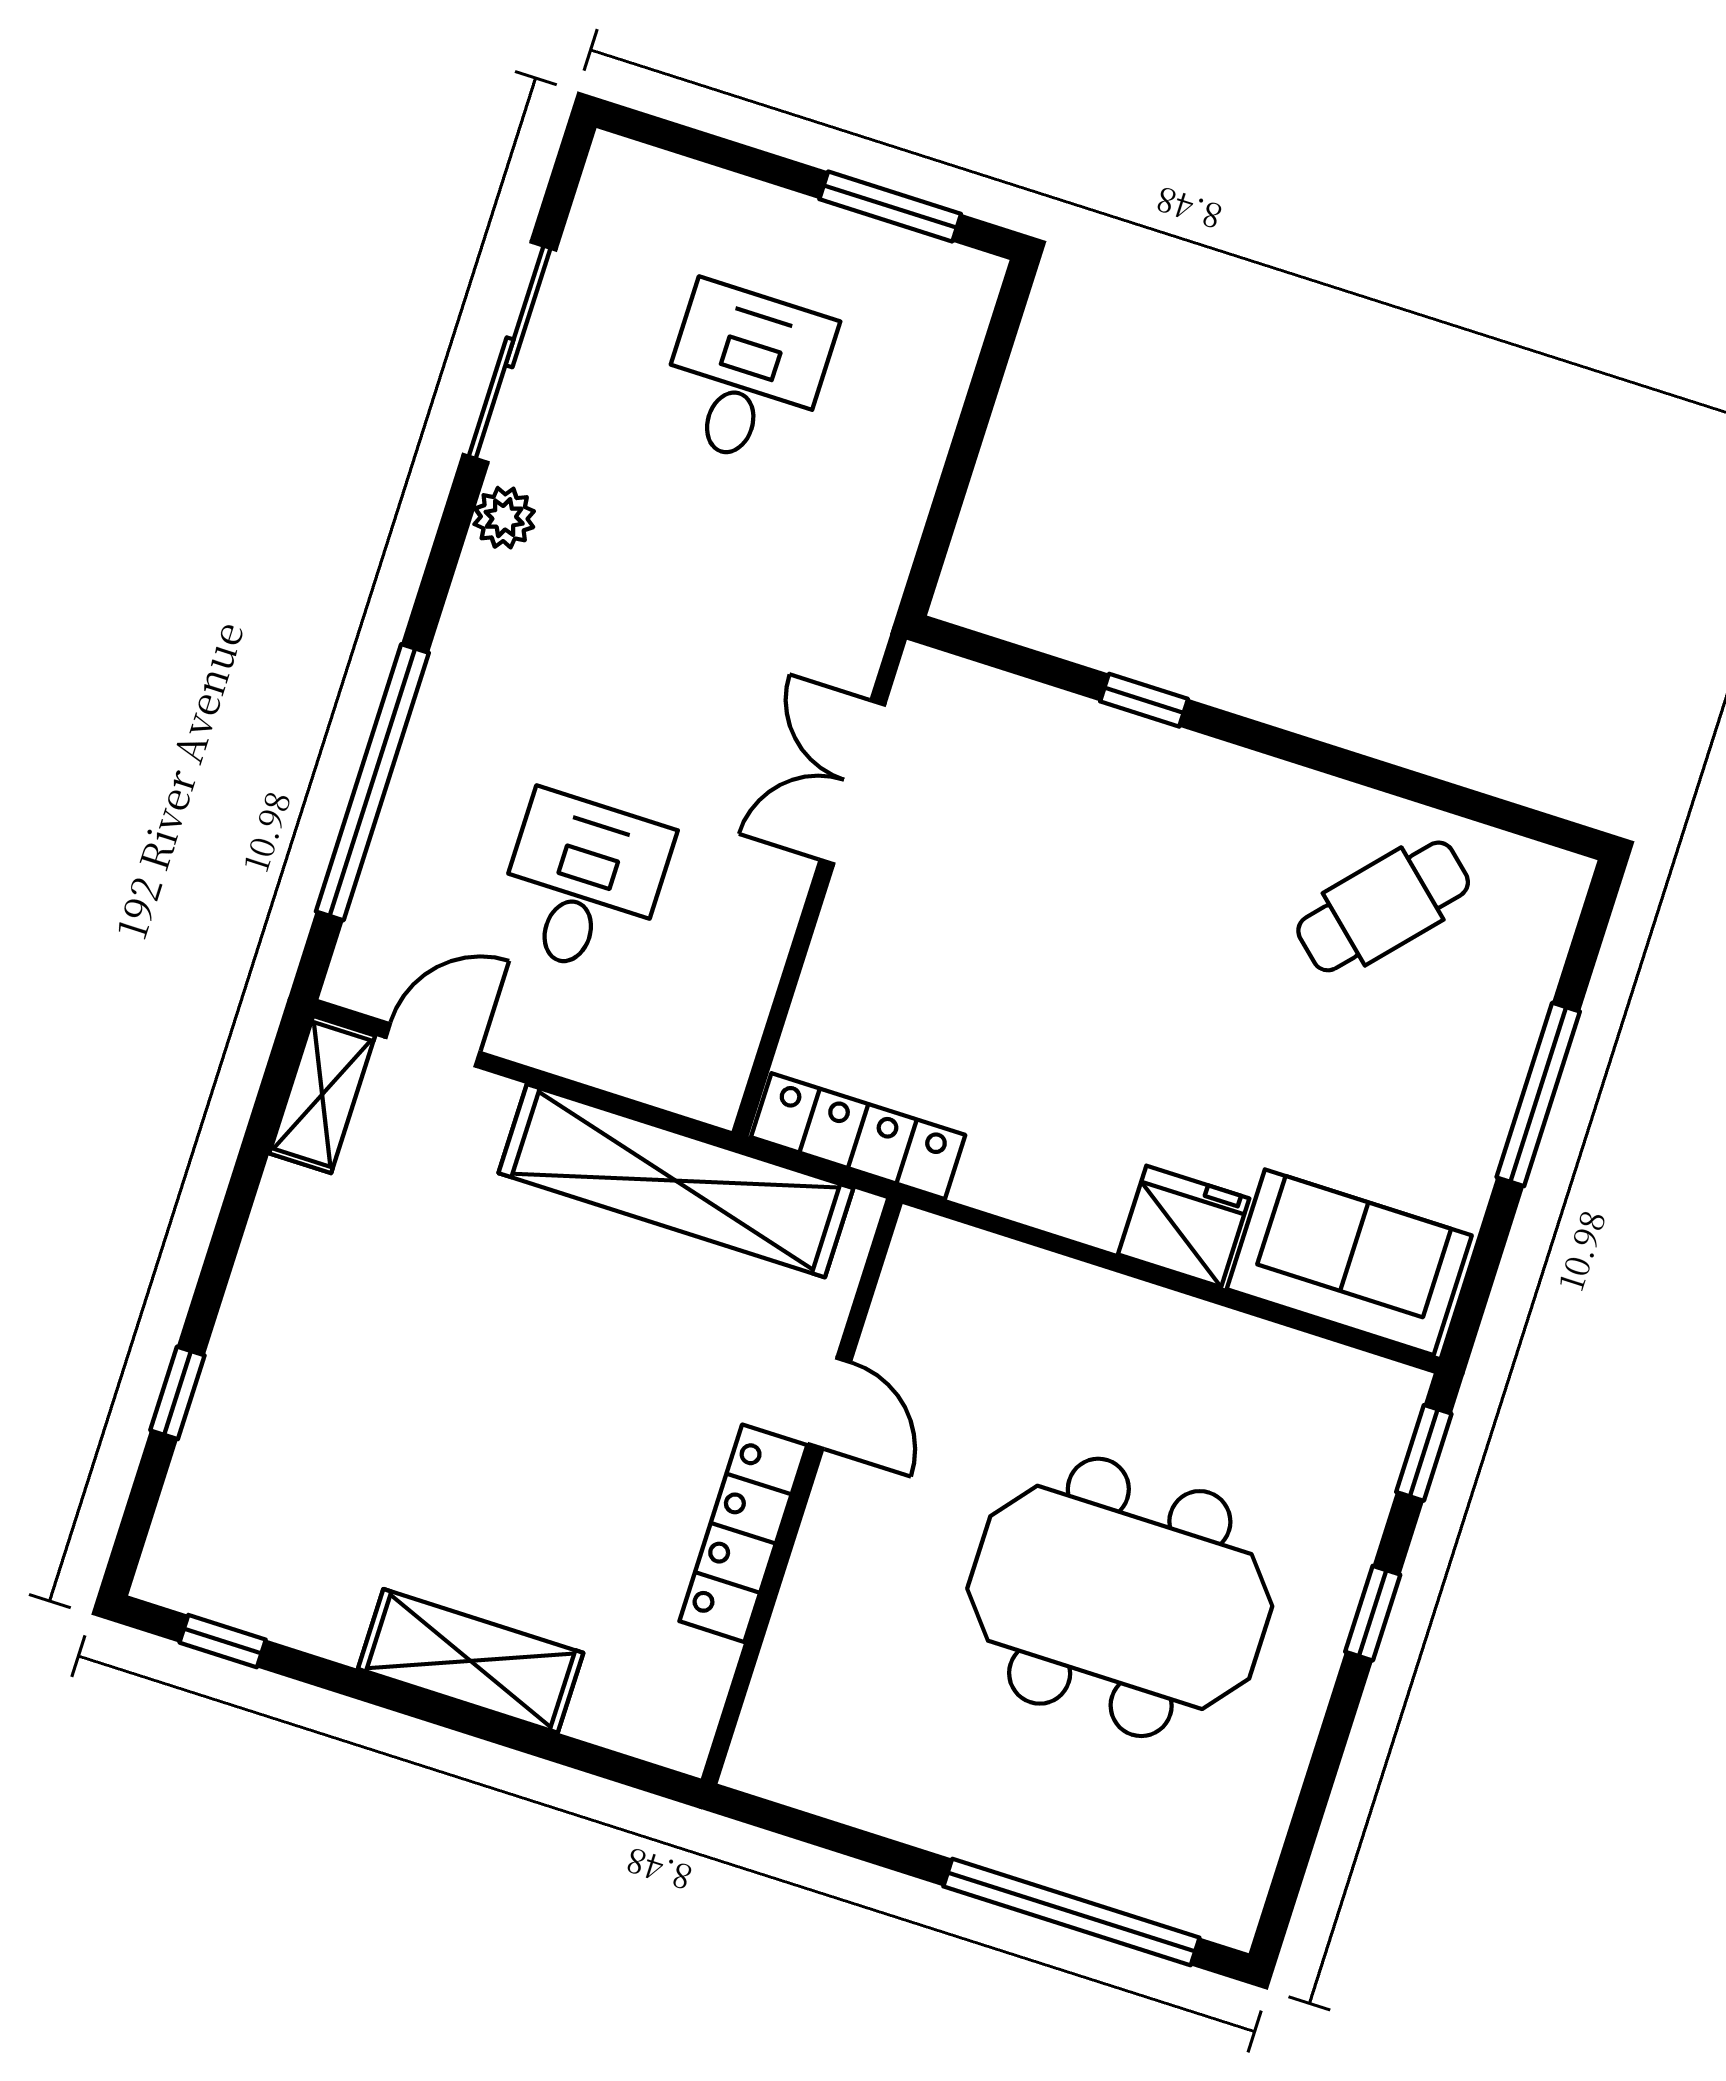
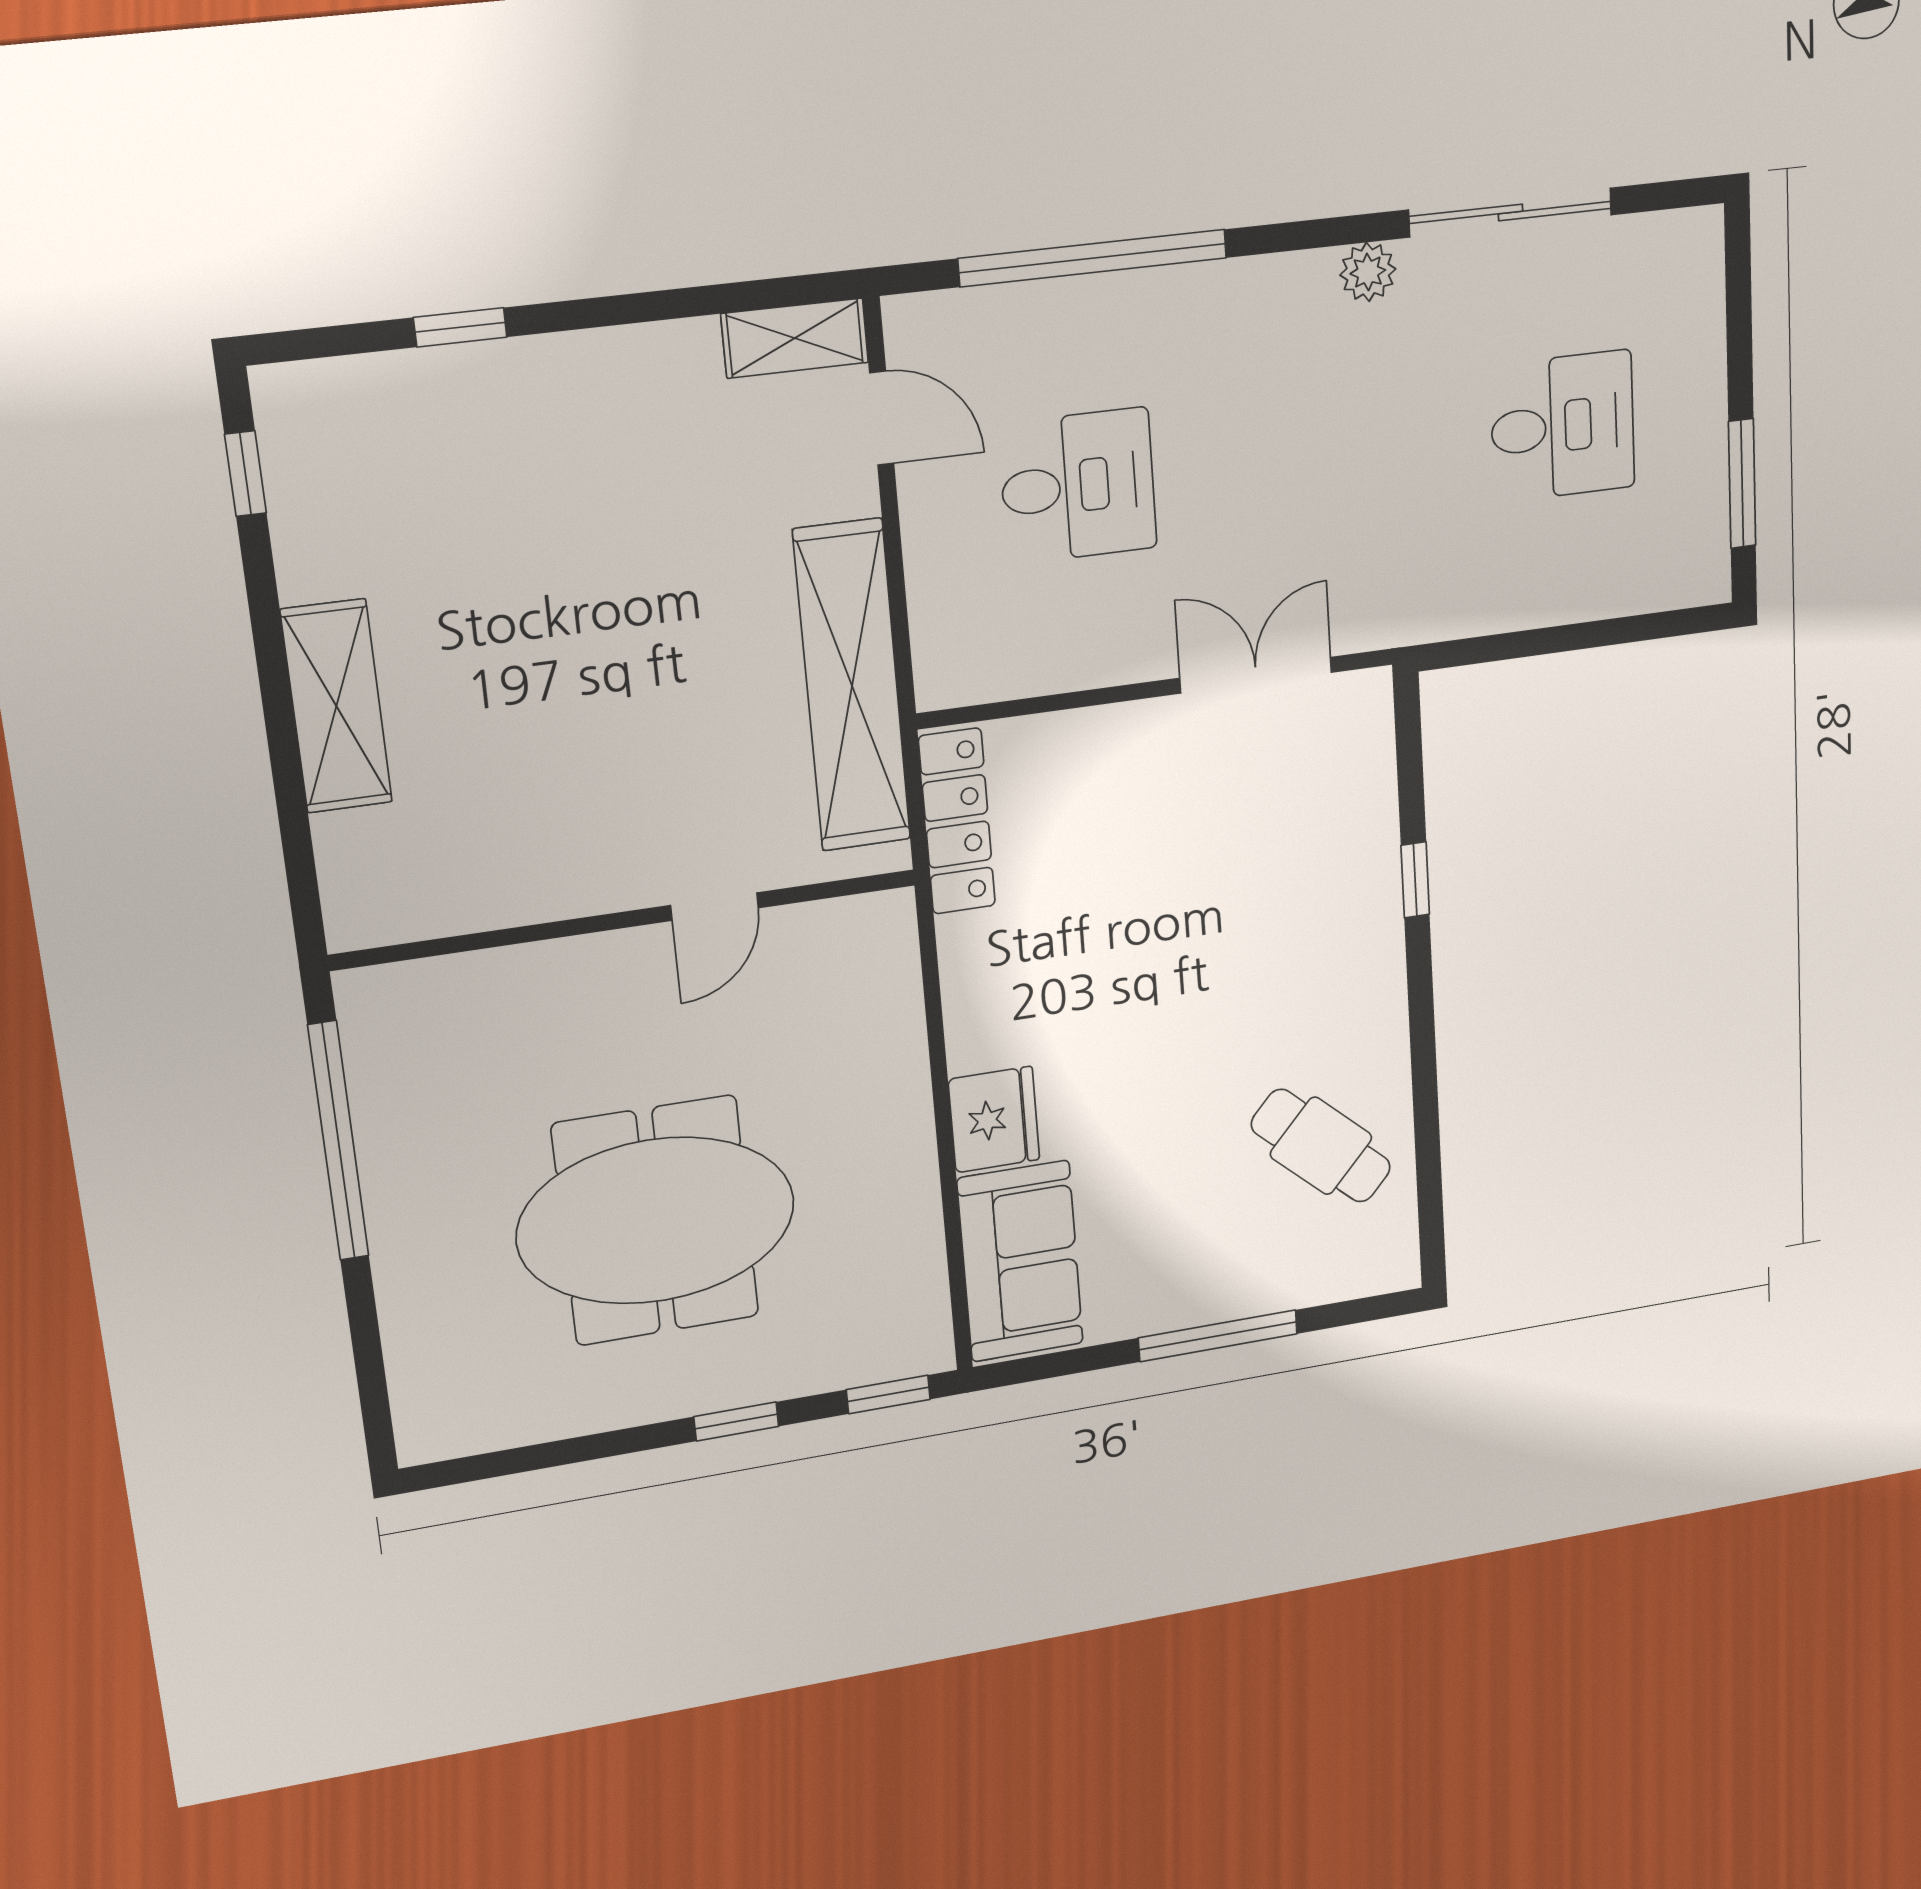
locker: (743, 1533) -> (566, 888), removed
meeting table: (1120, 1597) -> (656, 1221), turned 90
window: (1071, 1912) -> (338, 1141), moved

